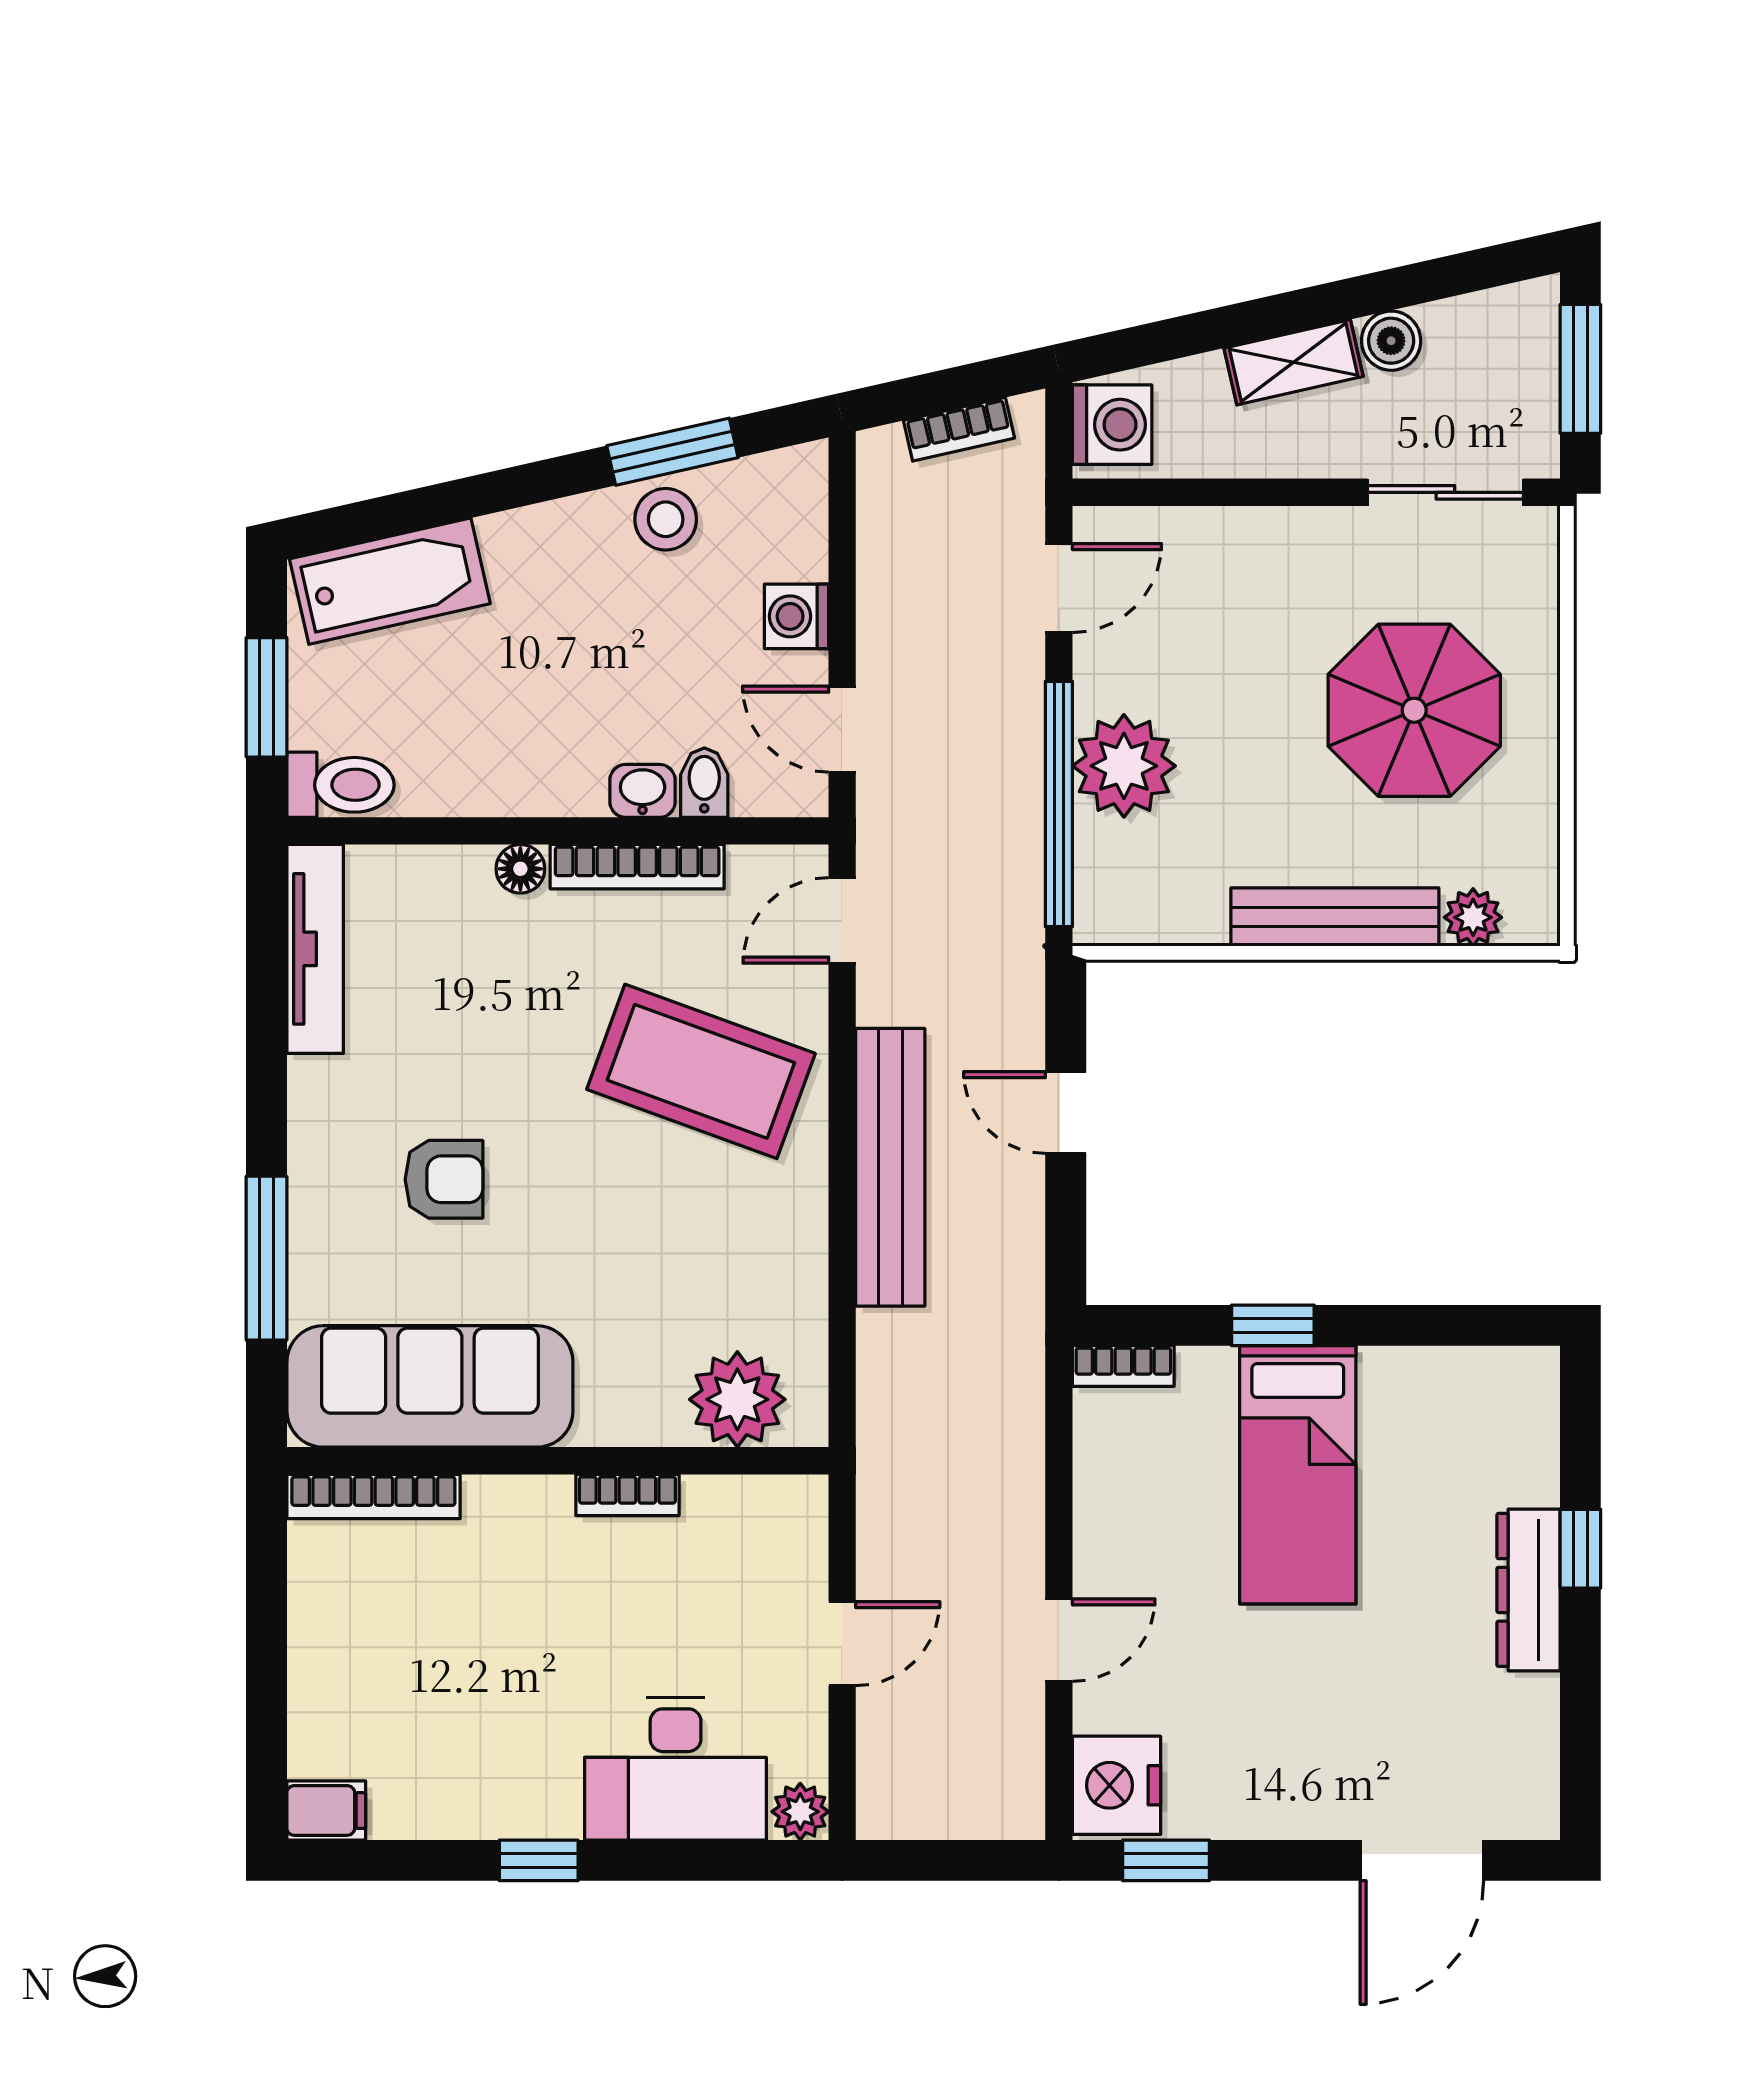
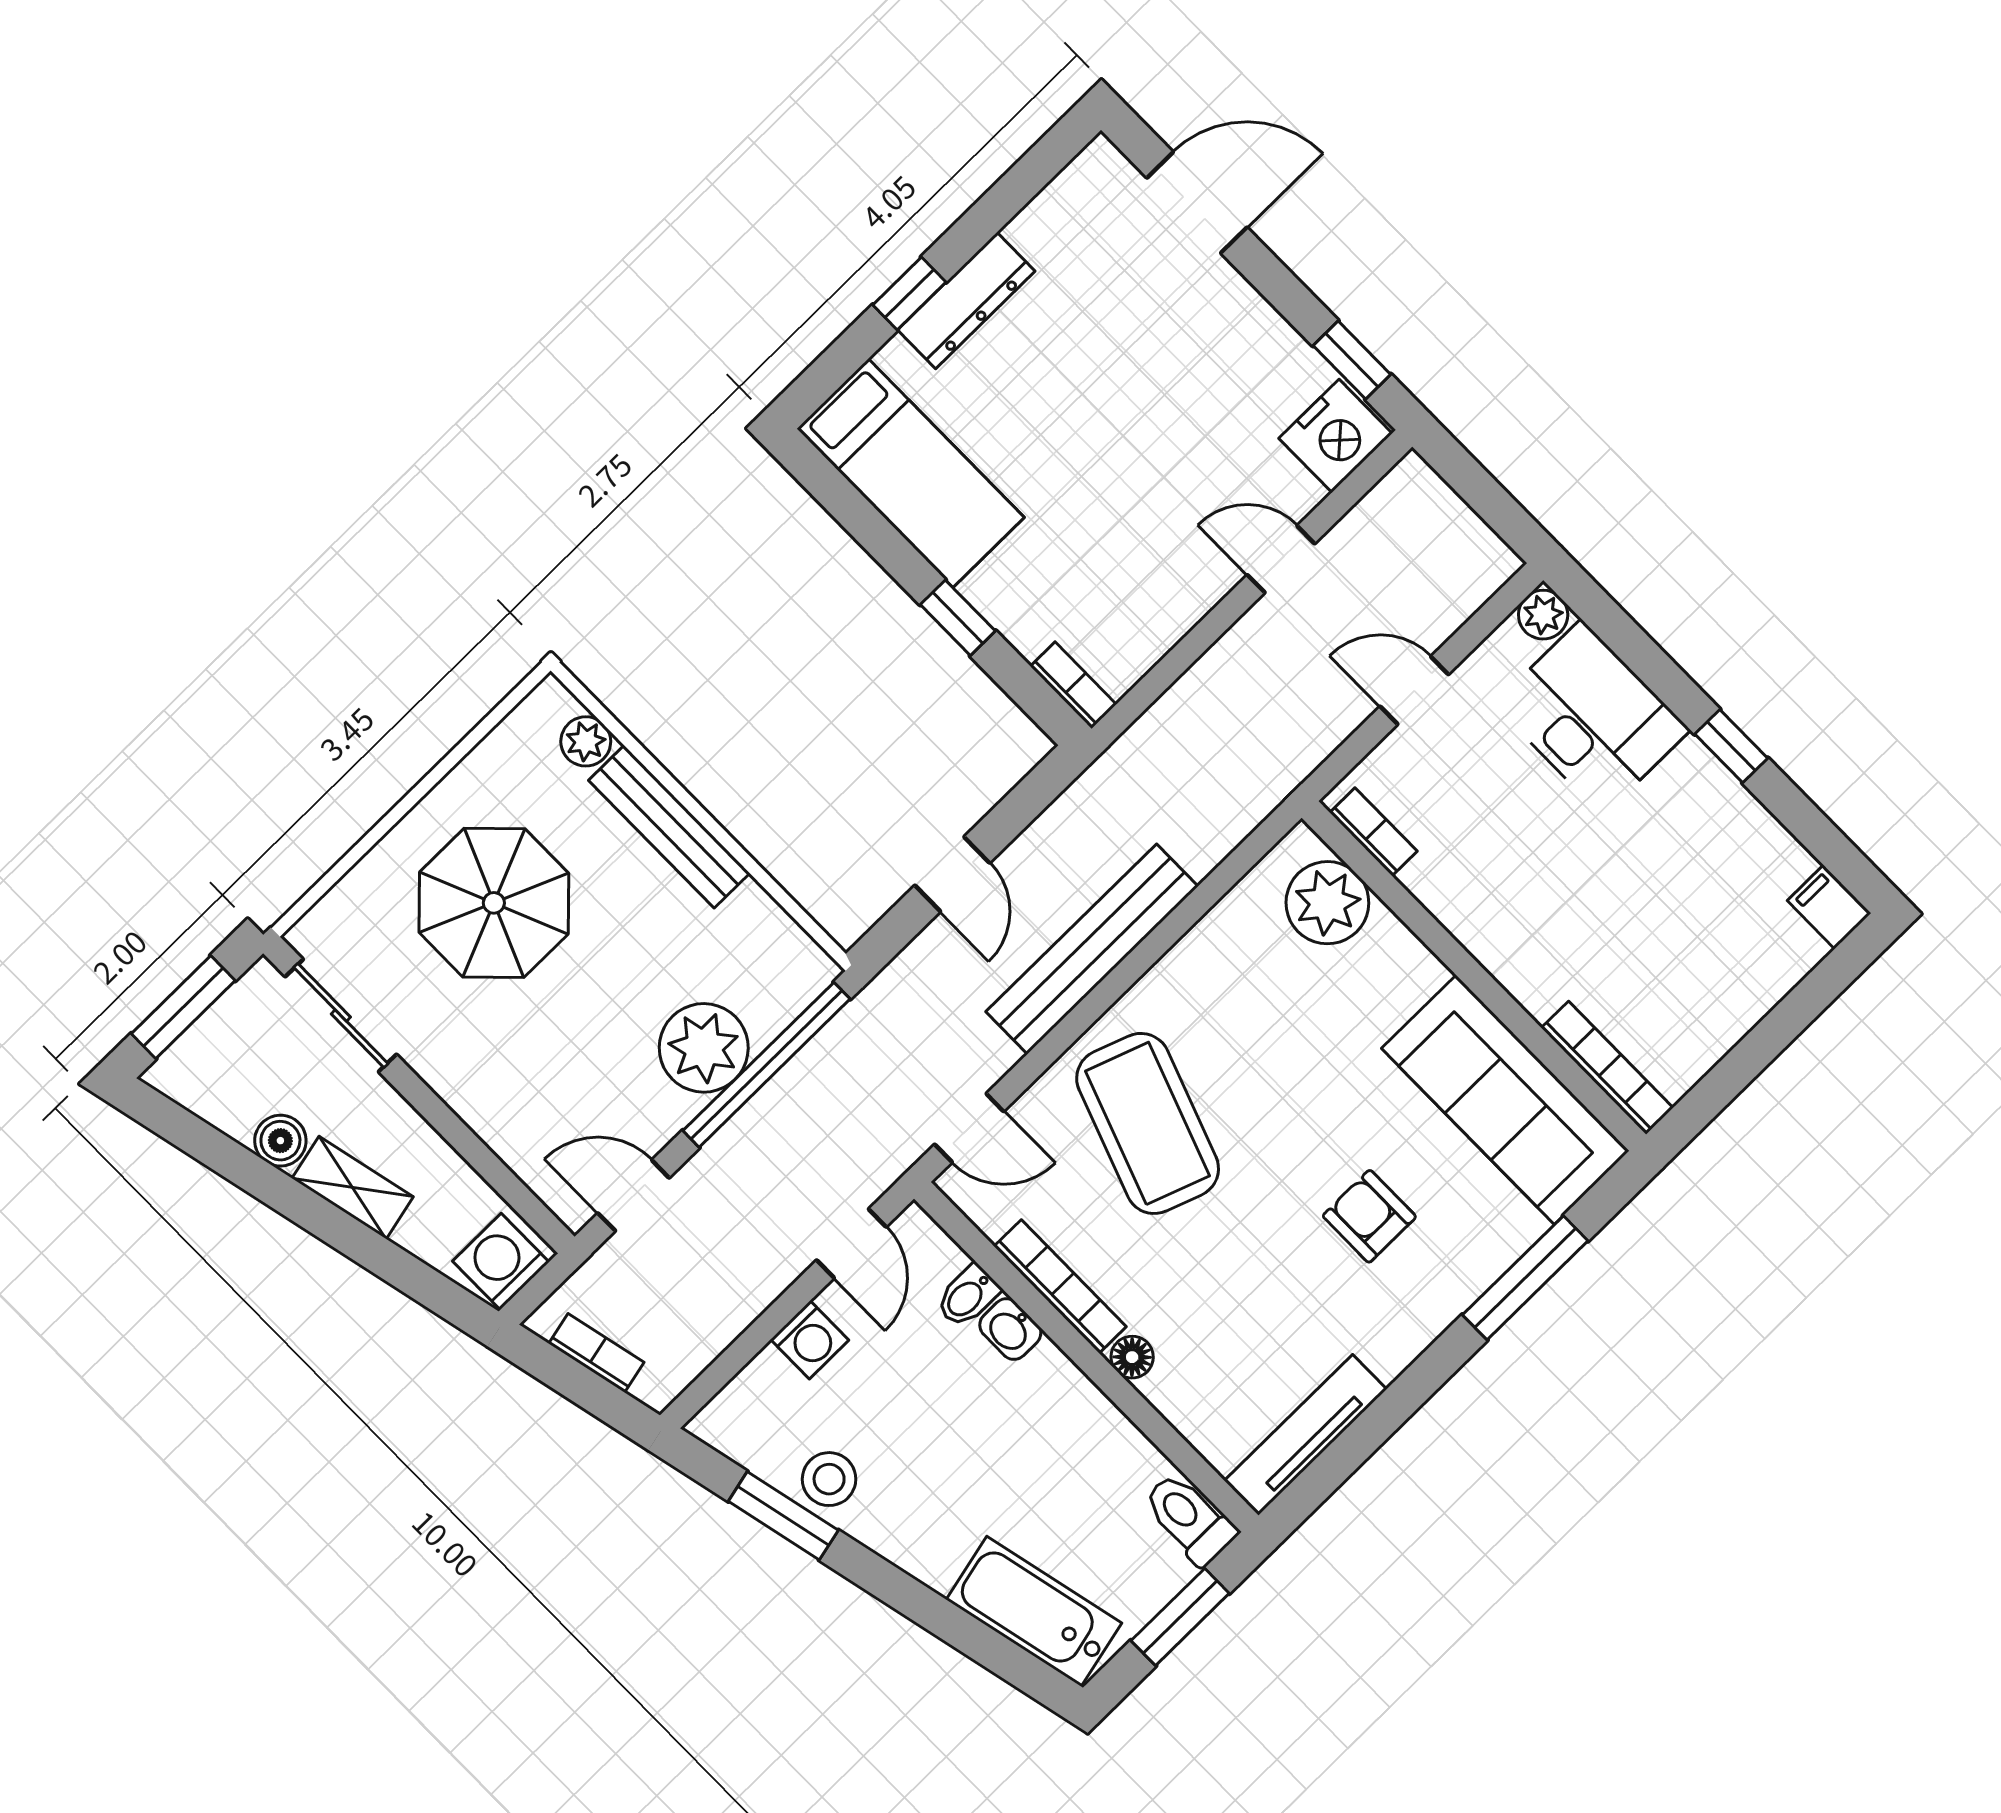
bed: (1298, 1475) -> (911, 473), moved, turned 90
bookcase: (627, 1495) -> (1373, 832), moved

